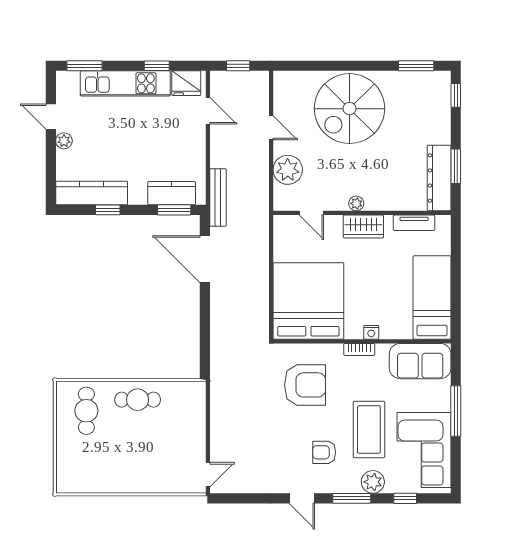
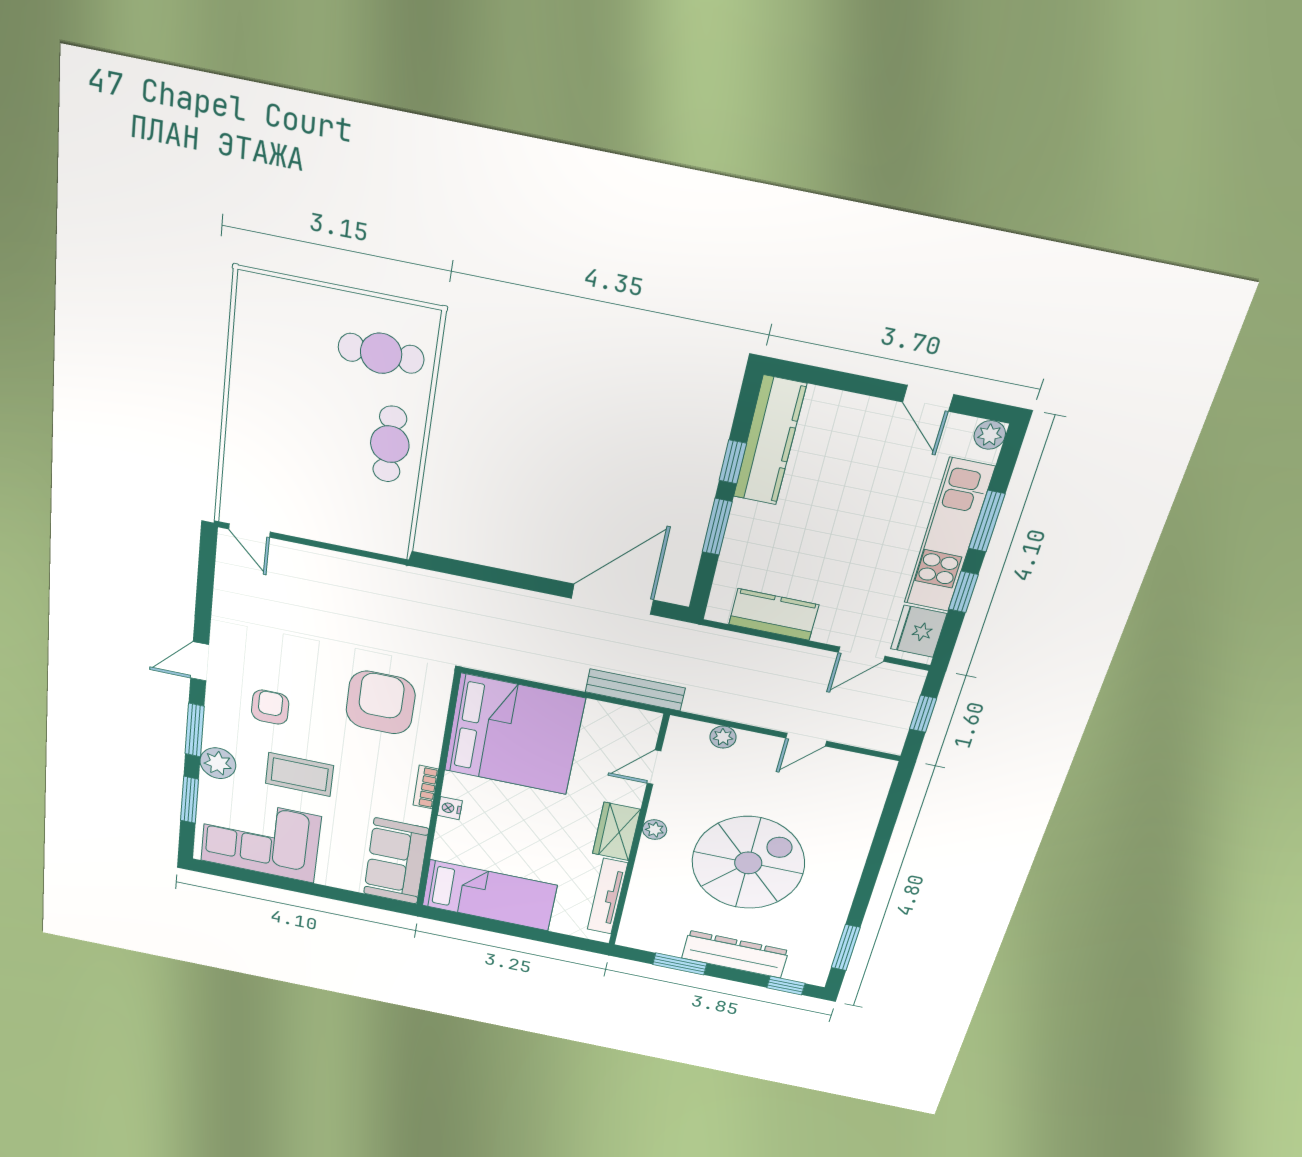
window: (85, 66) -> (987, 521), moved
spiral stairs: (349, 109) -> (748, 863), moved, turned 90
door: (51, 116) -> (928, 398), swing flipped
plant: (64, 141) -> (990, 435), moved
plant: (288, 170) -> (723, 737), width x0.53, depth x0.53
dresser: (439, 178) -> (735, 954), moved
kitchen counter: (172, 193) -> (774, 615), moved, turned -90
bench: (218, 198) -> (635, 690), moved
window: (174, 210) -> (717, 527), moved
tv unit: (414, 223) -> (607, 896), width x1.41
armchair: (305, 385) -> (381, 703), turned 180
window: (456, 411) -> (315, 889), removed
coffee table: (369, 429) -> (300, 775), width x0.73, depth x0.76
window: (405, 498) -> (190, 800), width x1.50

